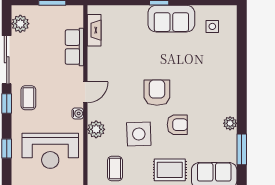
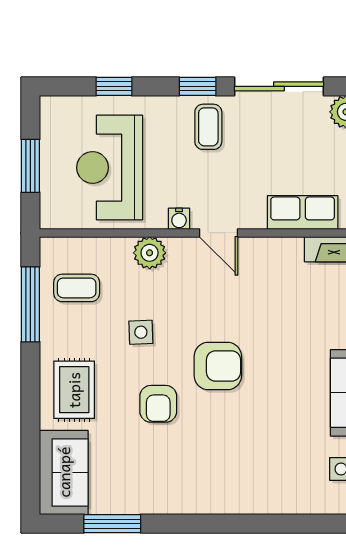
coffee table: (28, 98) -> (208, 127), turned 90
plant: (230, 123) -> (161, 502), removed
side table: (139, 134) -> (141, 332), width x0.54, depth x0.54

